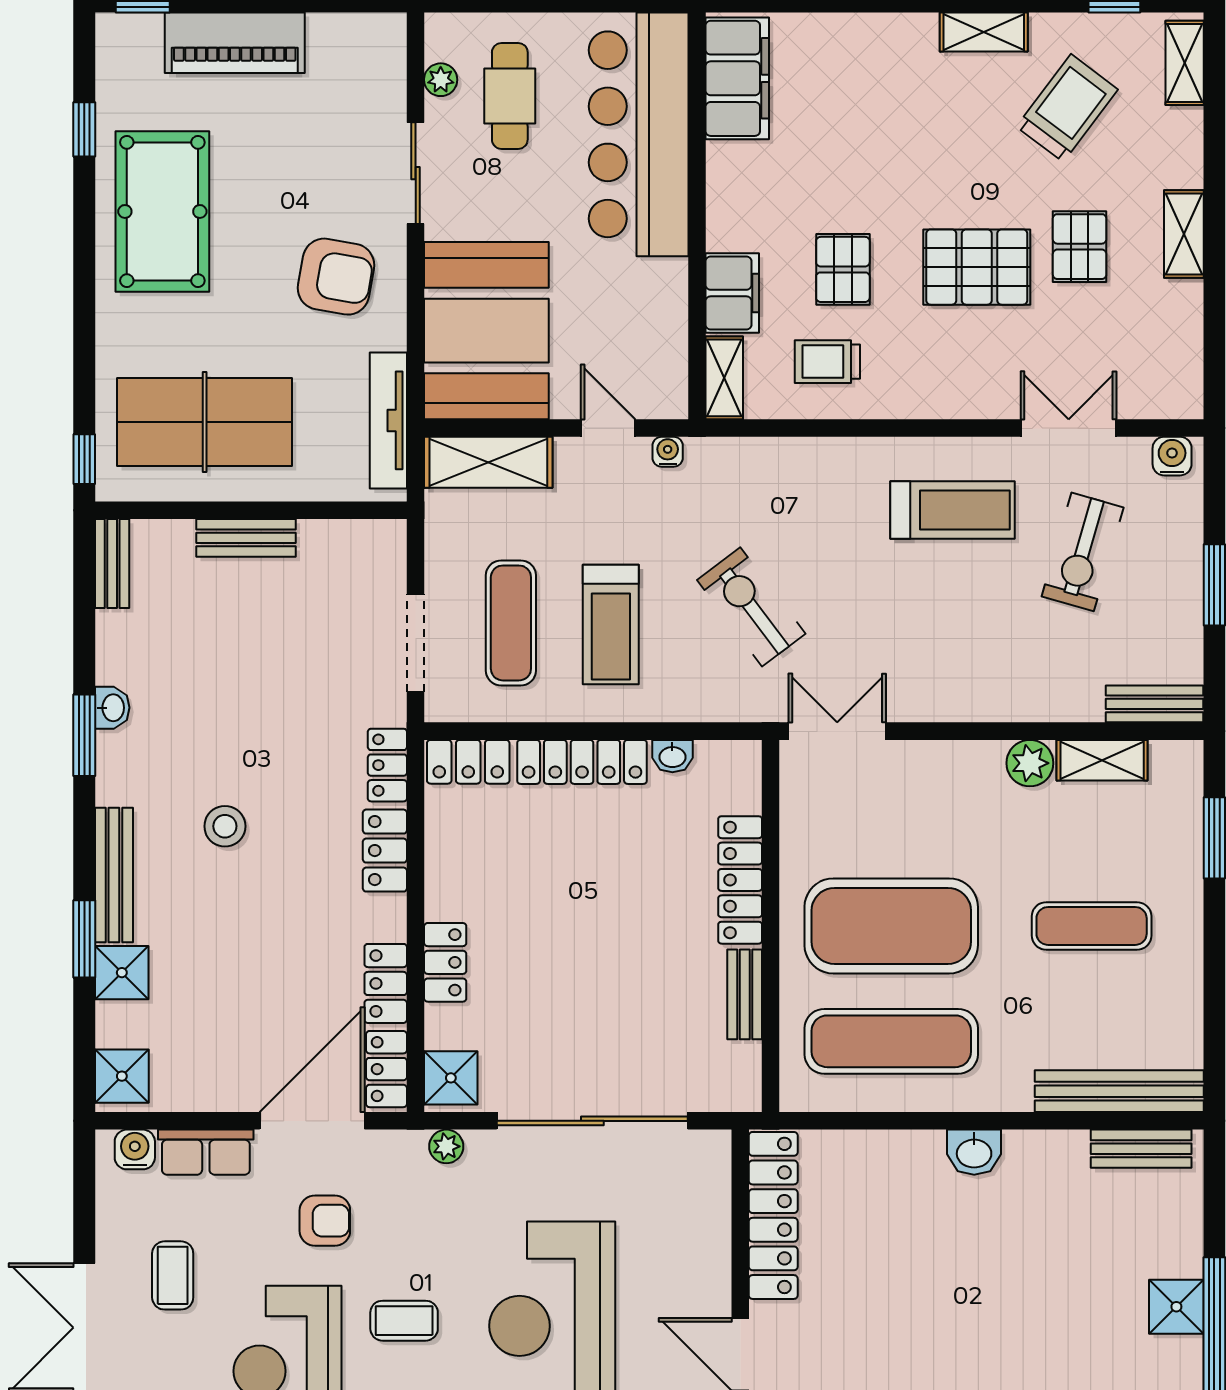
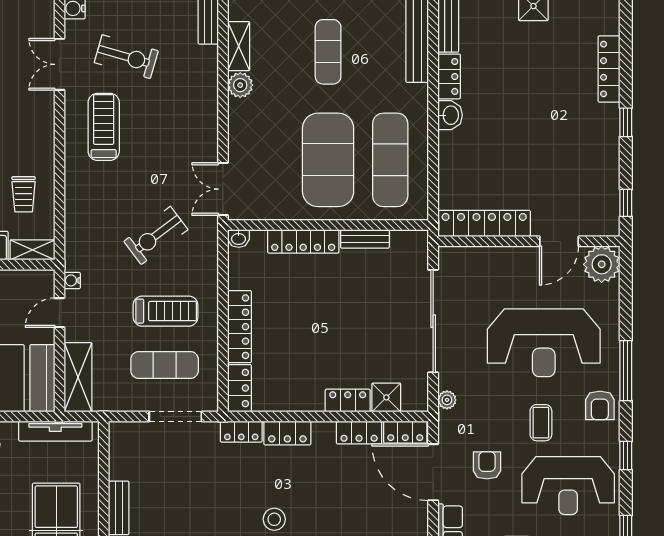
washbasin: (672, 756) -> (239, 238), moved, turned 90
shower: (451, 1078) -> (386, 397), moved
locker: (1046, 1150) -> (449, 76), added

